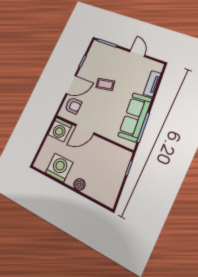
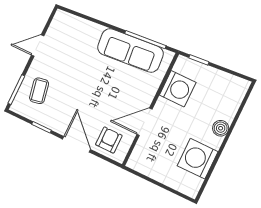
coffee table: (105, 84) -> (39, 91), moved
tv unit: (152, 84) -> (85, 26), removed
door: (85, 129) -> (144, 122), swing flipped
washing machine: (60, 130) -> (178, 89), moved

